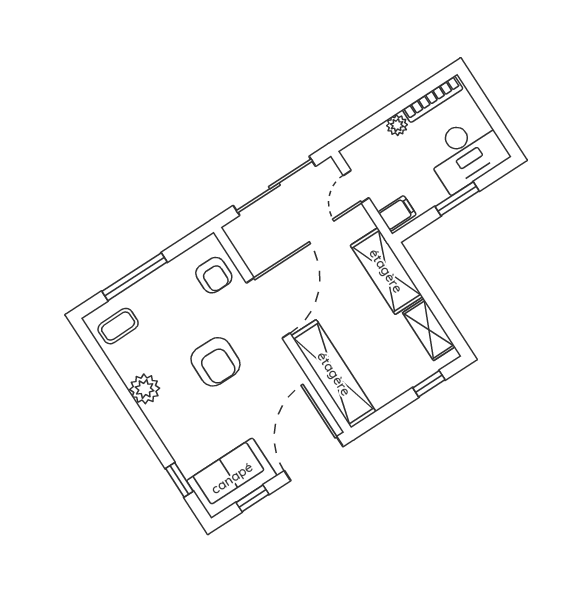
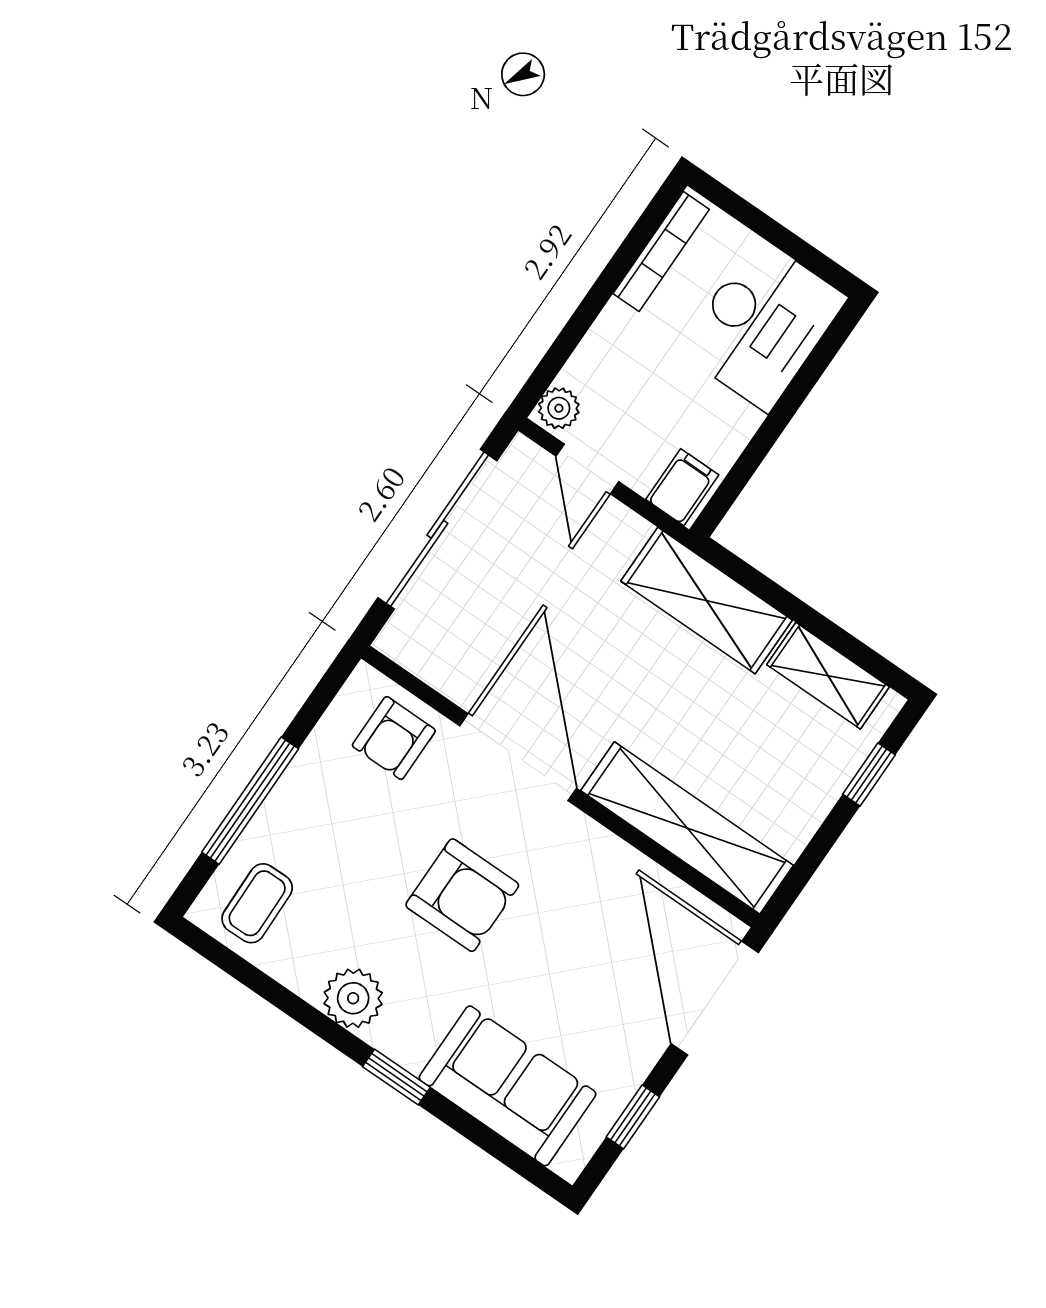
plant: (397, 125) -> (559, 408), moved
window: (457, 199) -> (781, 415), removed
armchair: (214, 275) -> (394, 738), turned 90
sofa: (232, 478) -> (508, 1086), moved, turned 90
window: (179, 480) -> (396, 1077), moved

